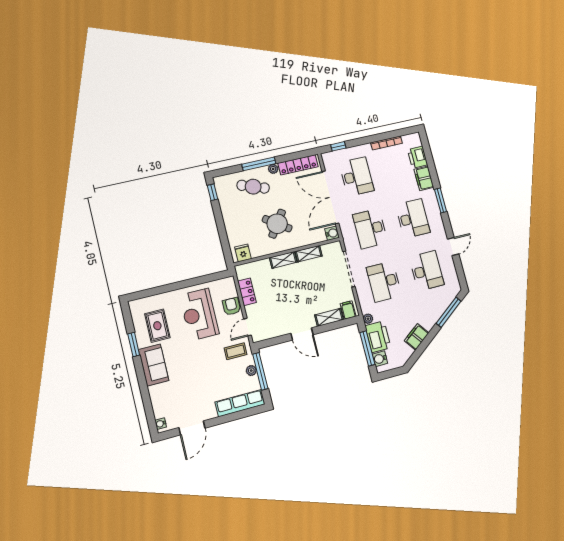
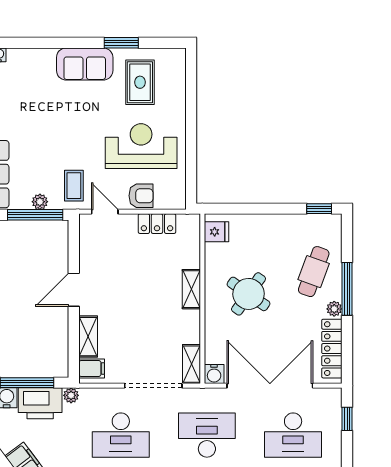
shelving: (309, 254) -> (191, 364), moved
desk: (384, 282) -> (121, 435), turned 180
rug: (157, 326) -> (140, 82), turned 90

